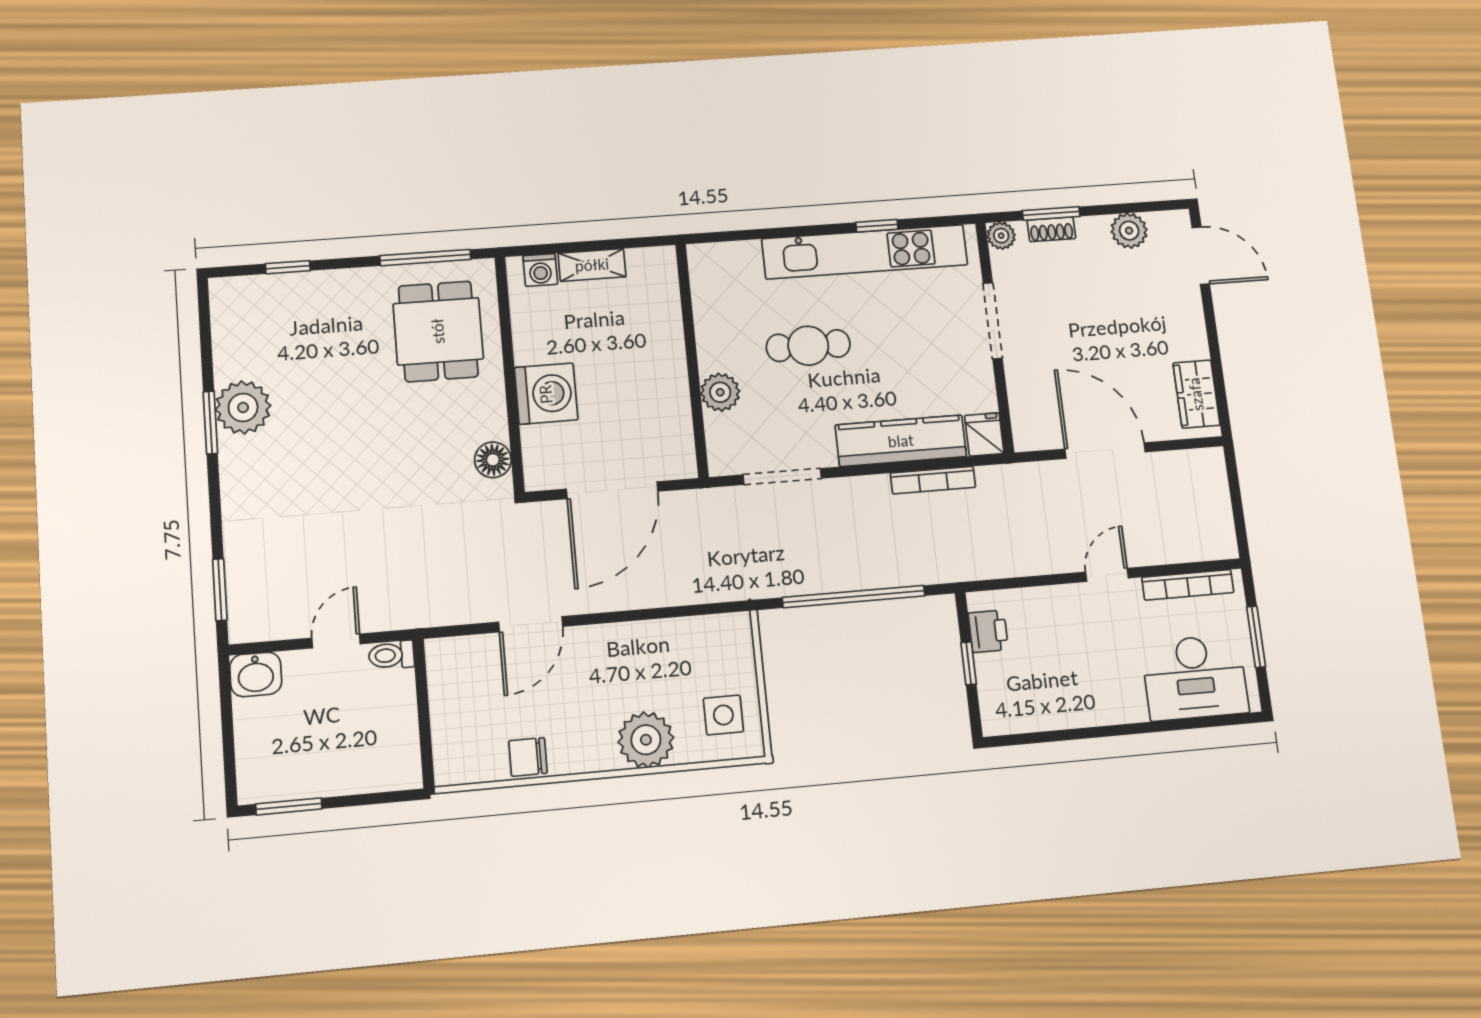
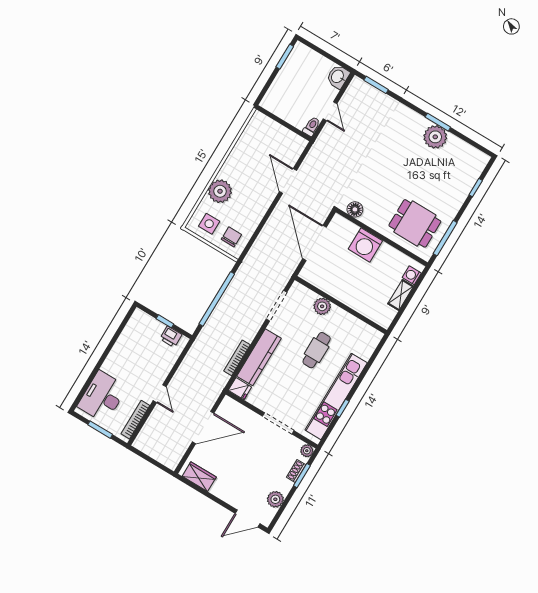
chair: (528, 757) -> (231, 237), moved

